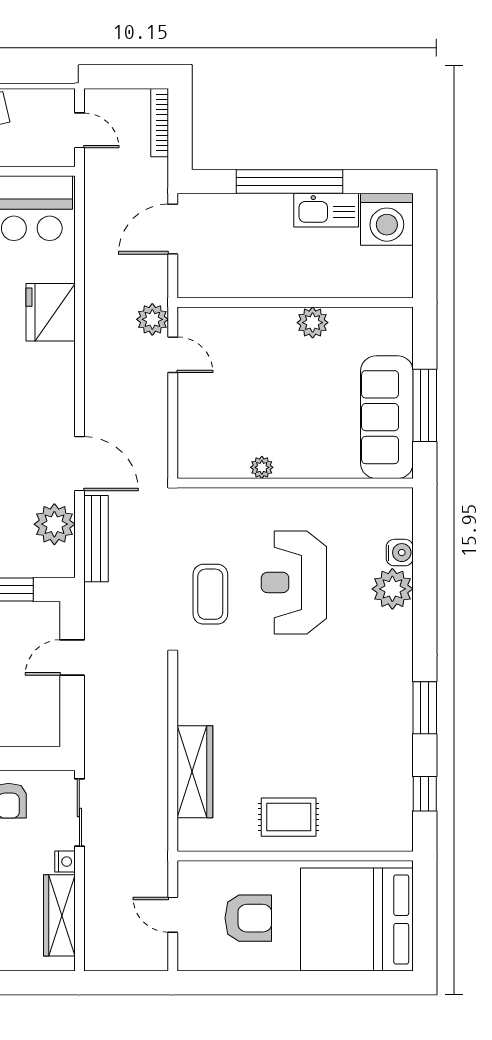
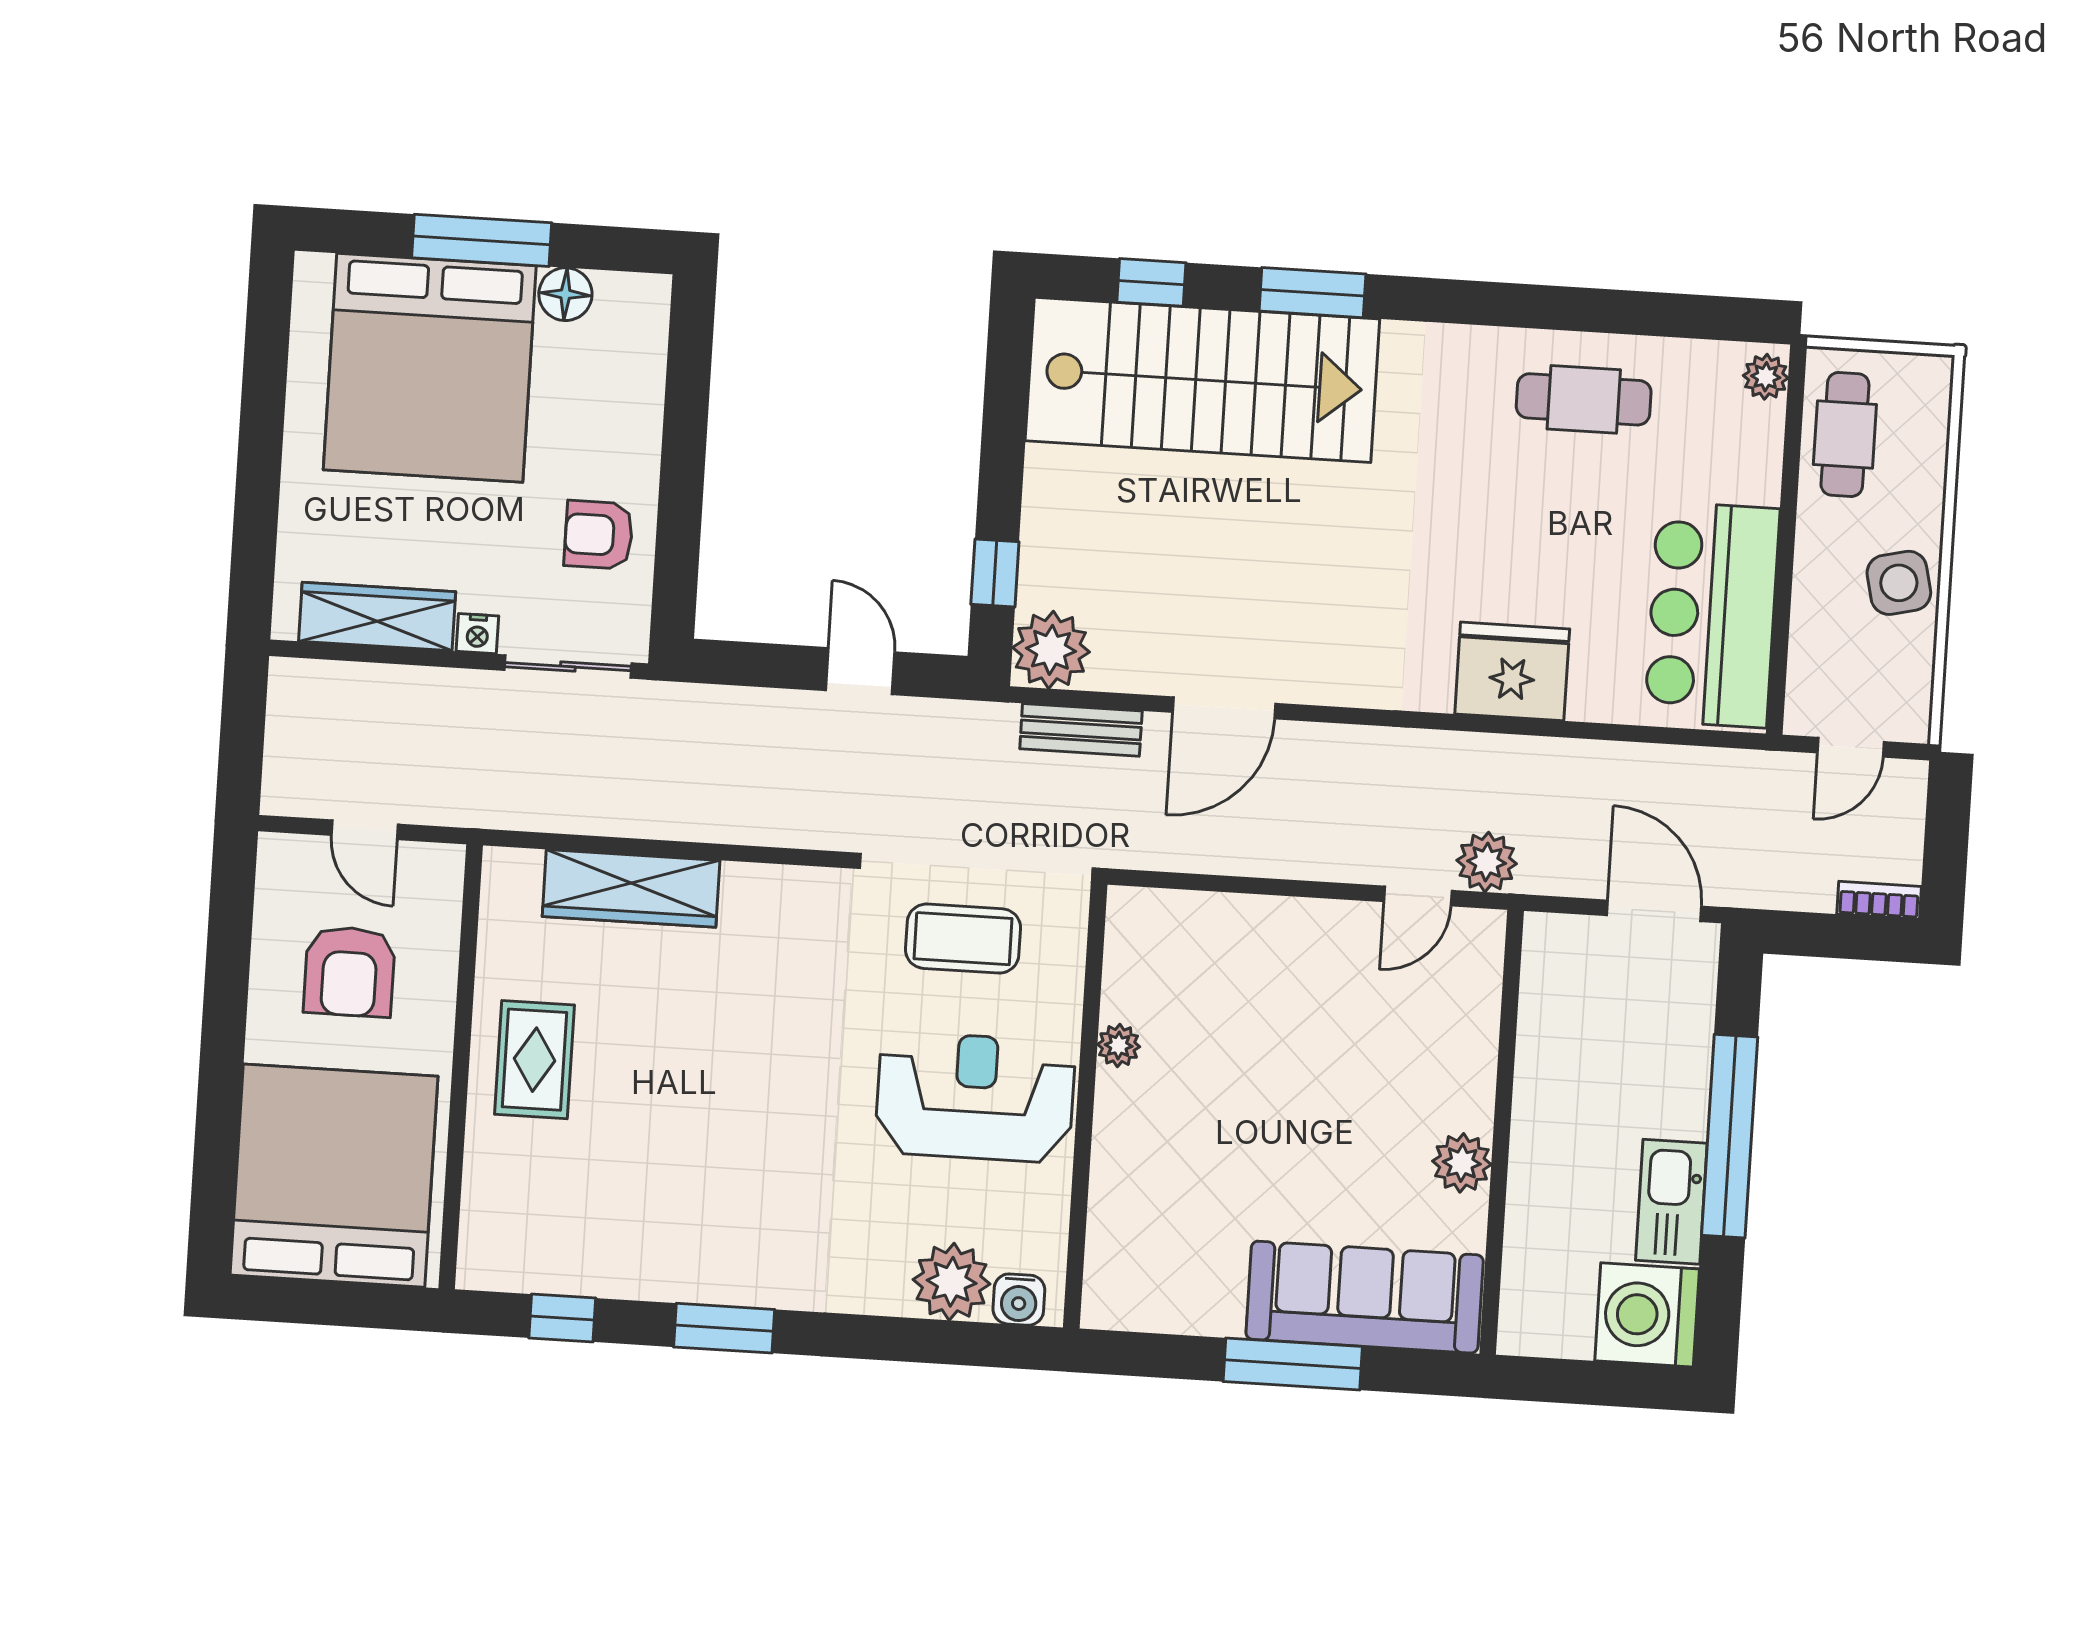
bookcase: (160, 123) -> (1879, 900), width x0.64
sofa: (387, 417) -> (1365, 1297), moved
plant: (262, 467) -> (1119, 1045), moved
wall: (295, 483) -> (1085, 1106), moved
plant: (54, 524) -> (1051, 650), moved
bench: (96, 539) -> (1081, 730), width x0.73
door: (173, 915) -> (365, 830), swing flipped

